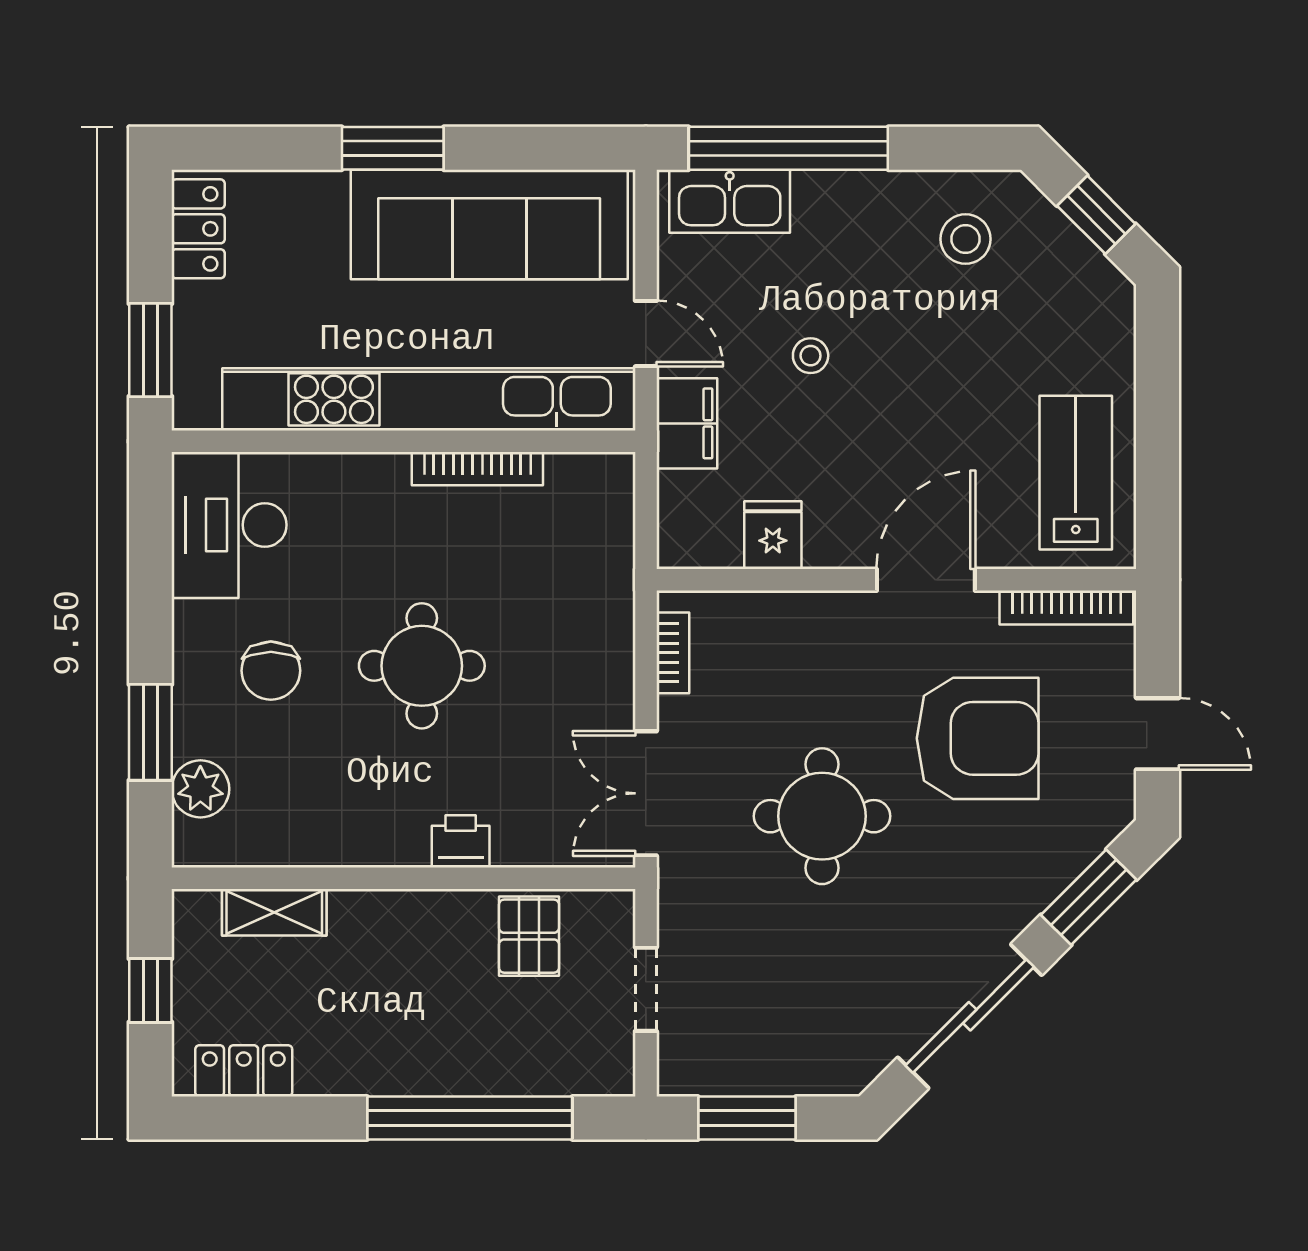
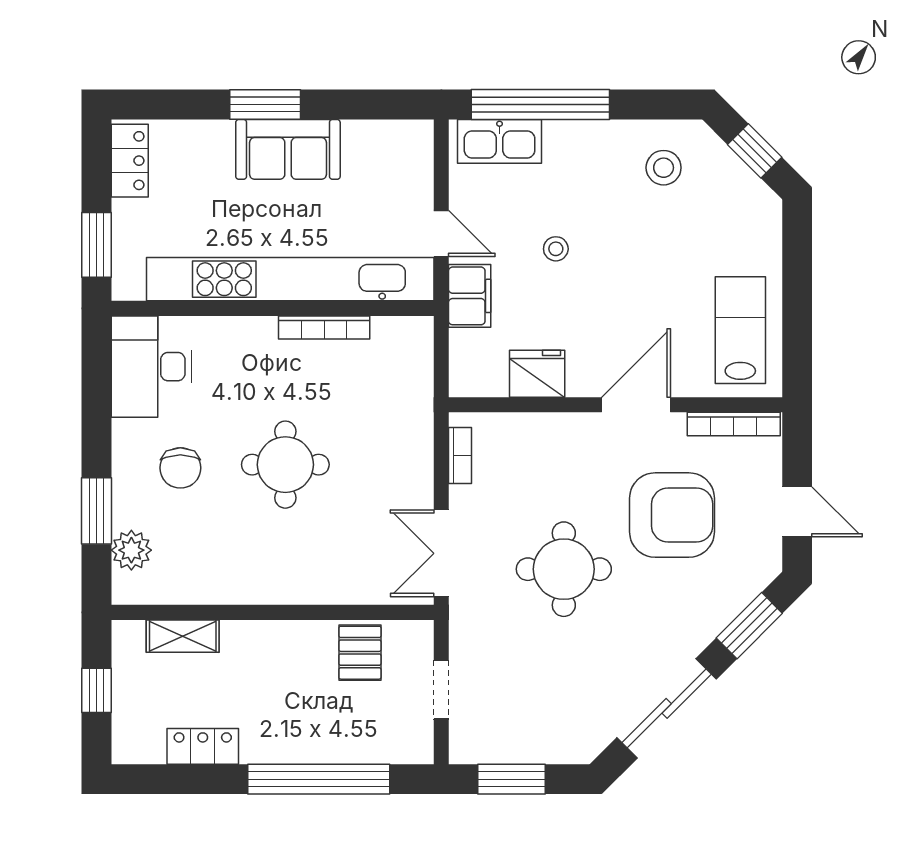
sofa: (489, 224) -> (288, 149), width x0.54, depth x0.79
fridge: (773, 535) -> (537, 374), width x1.38
printer: (461, 841) -> (312, 587), removed
locker: (244, 1071) -> (203, 746), moved

